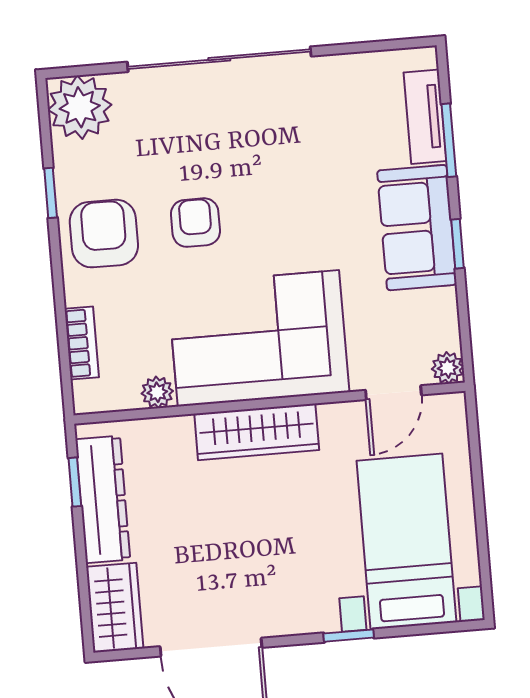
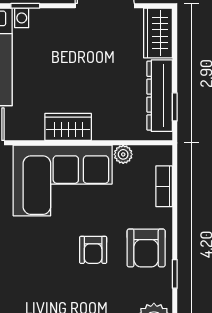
wardrobe: (257, 432) -> (68, 127), width x0.67

